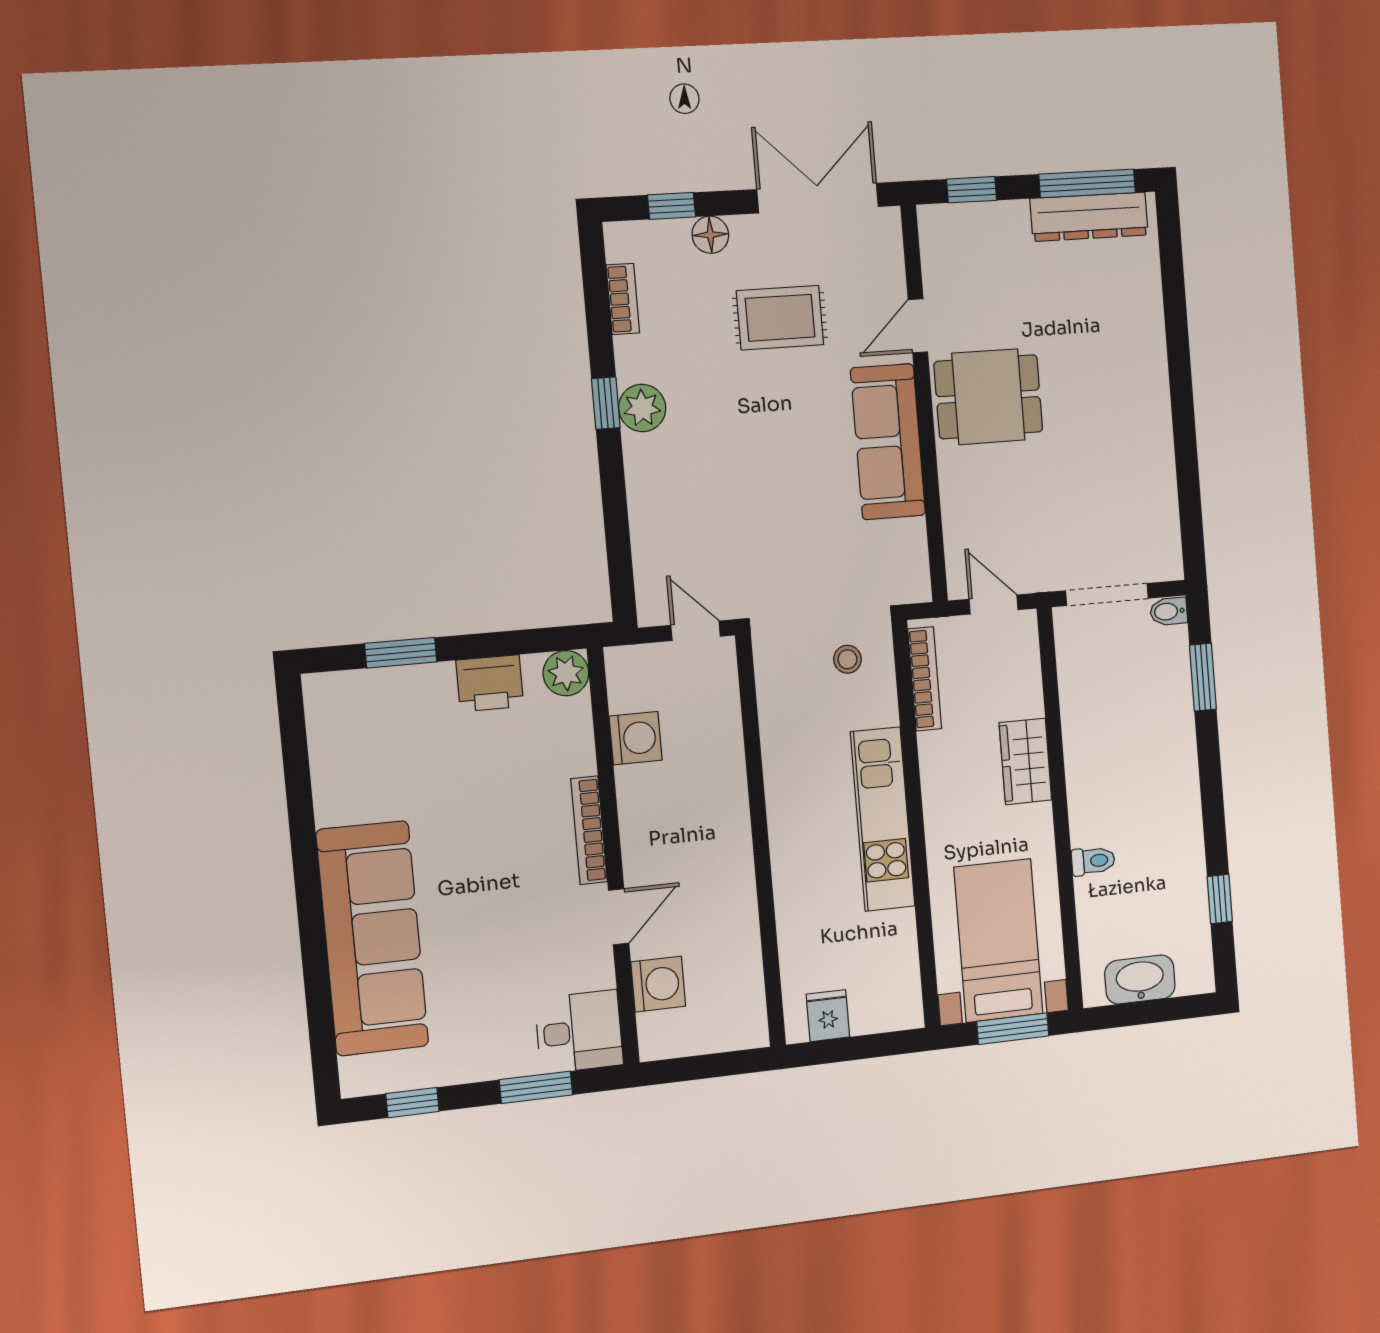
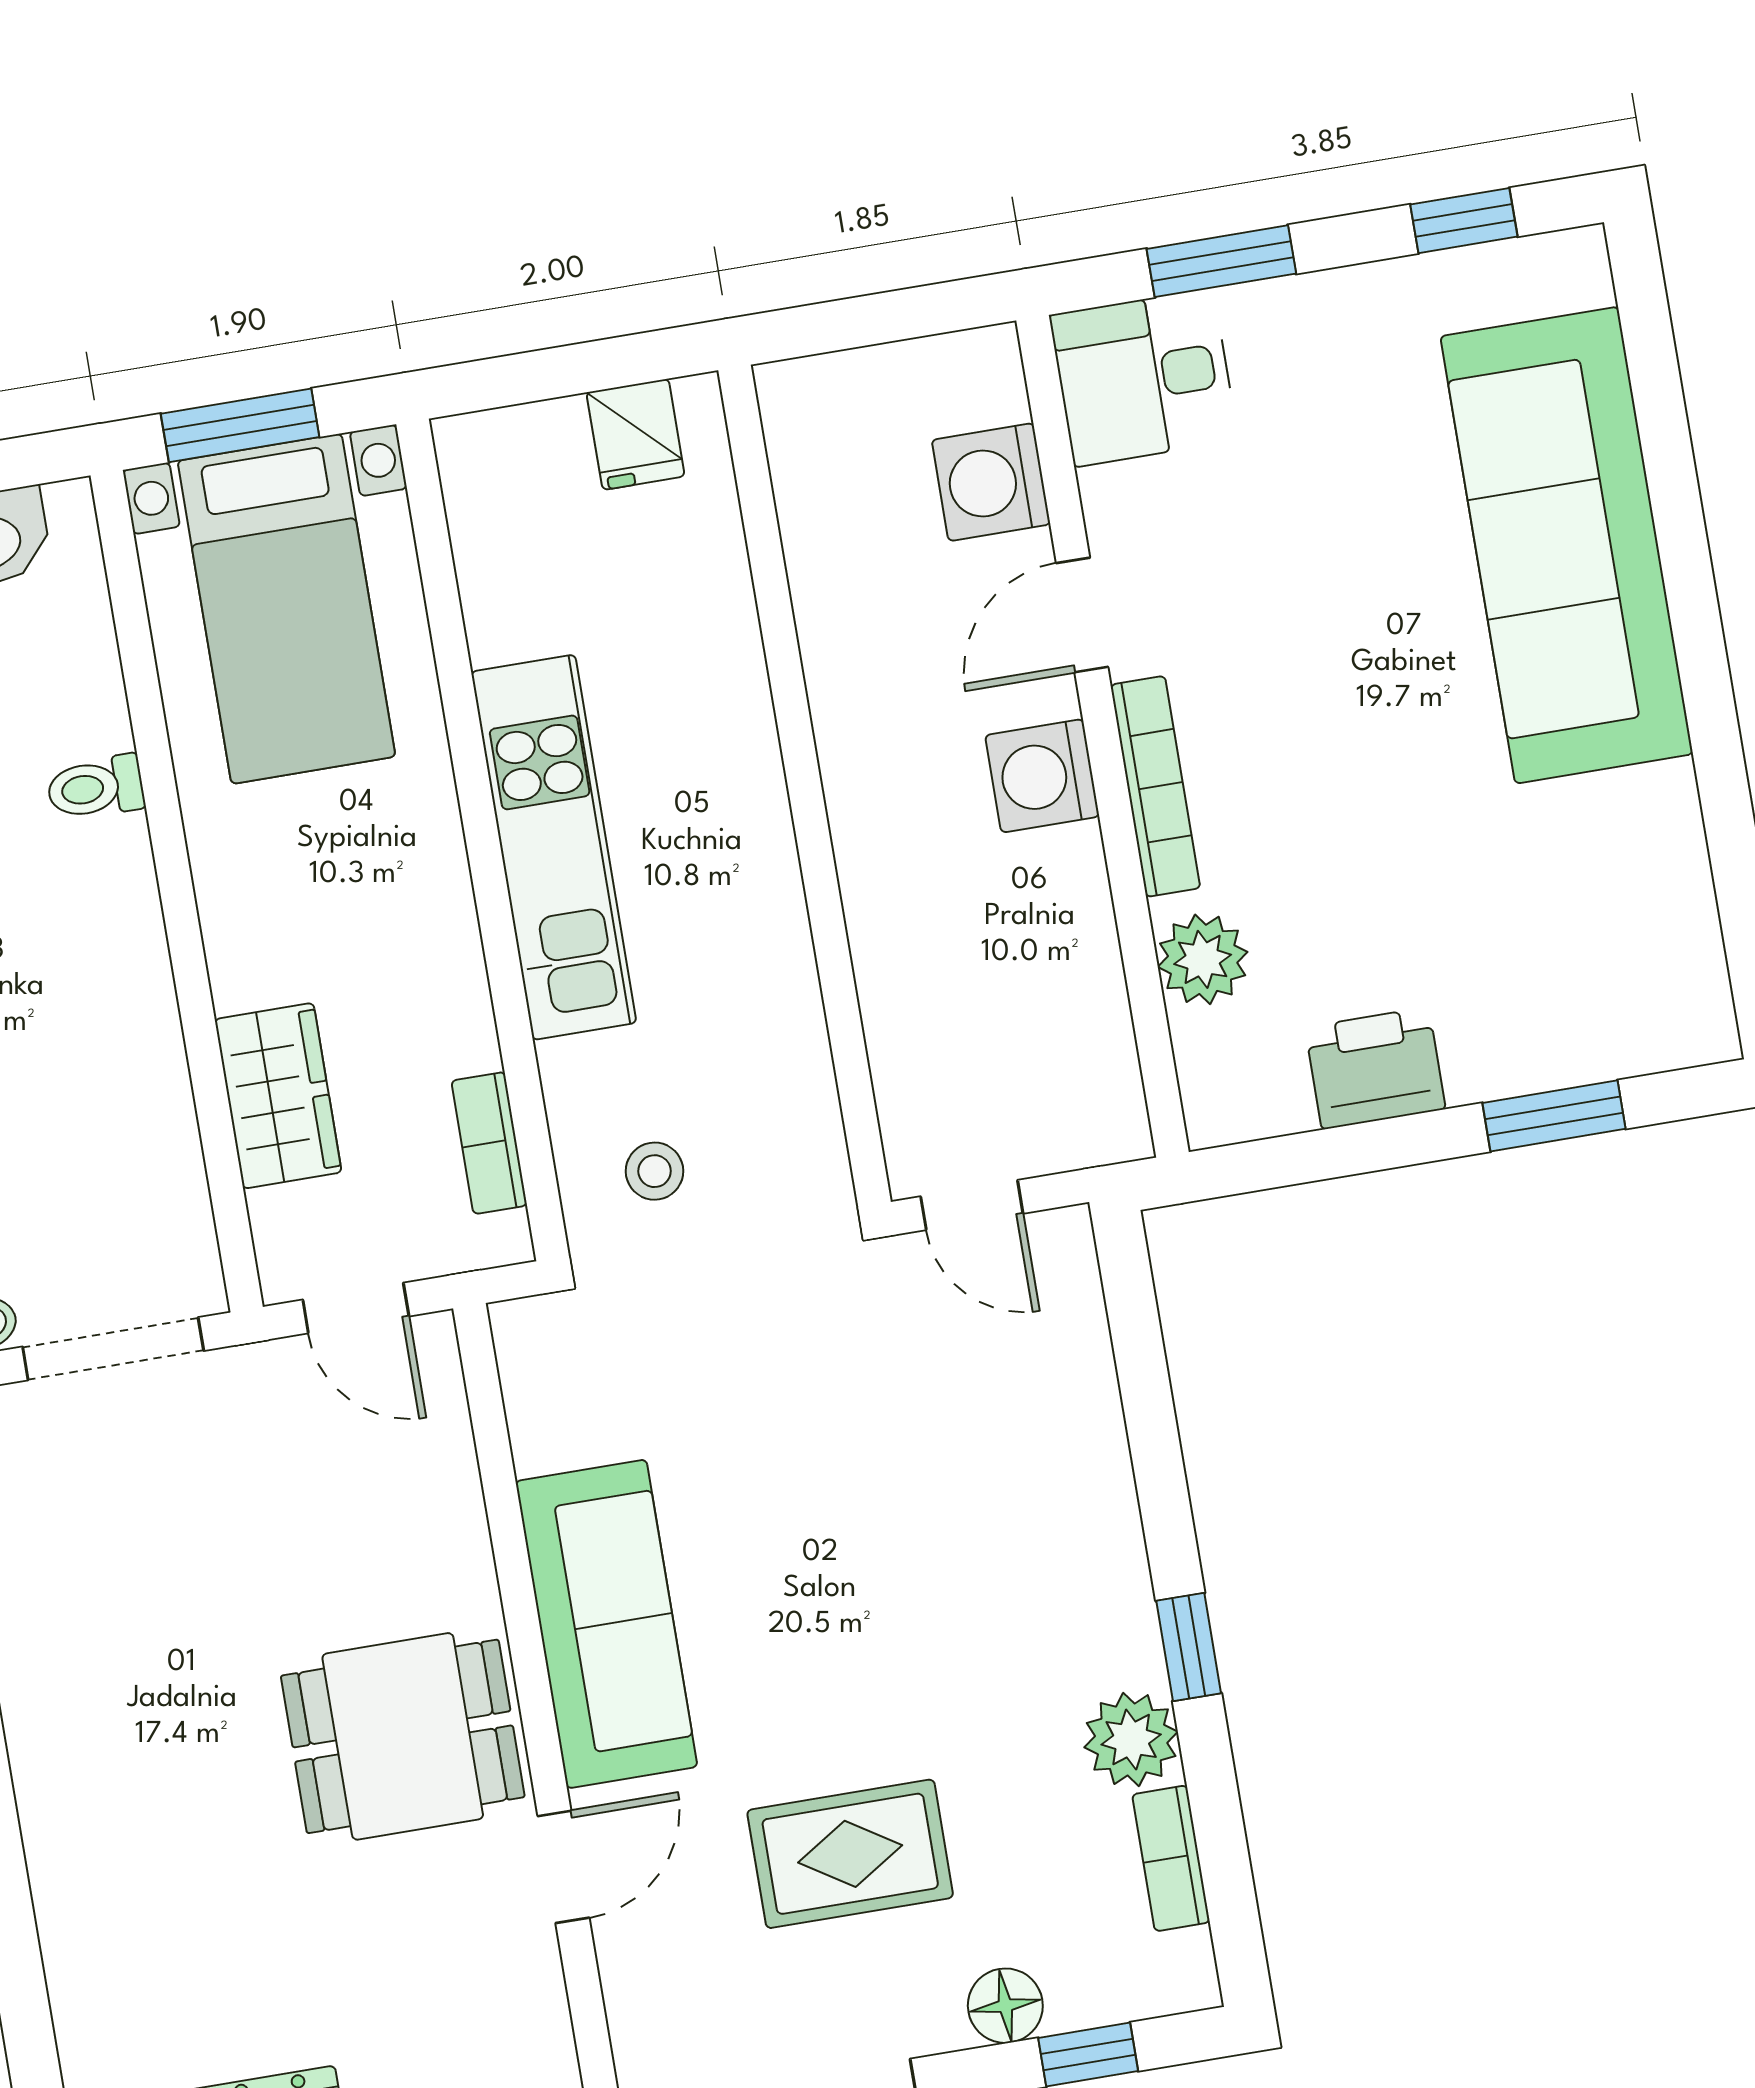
plant: (642, 408) -> (1131, 1739), moved
plant: (566, 673) -> (1203, 959), moved
bookcase: (925, 679) -> (489, 1143), width x0.64
washing machine: (636, 738) -> (1042, 776), moved
wardrobe: (1025, 761) -> (278, 1096), moved

